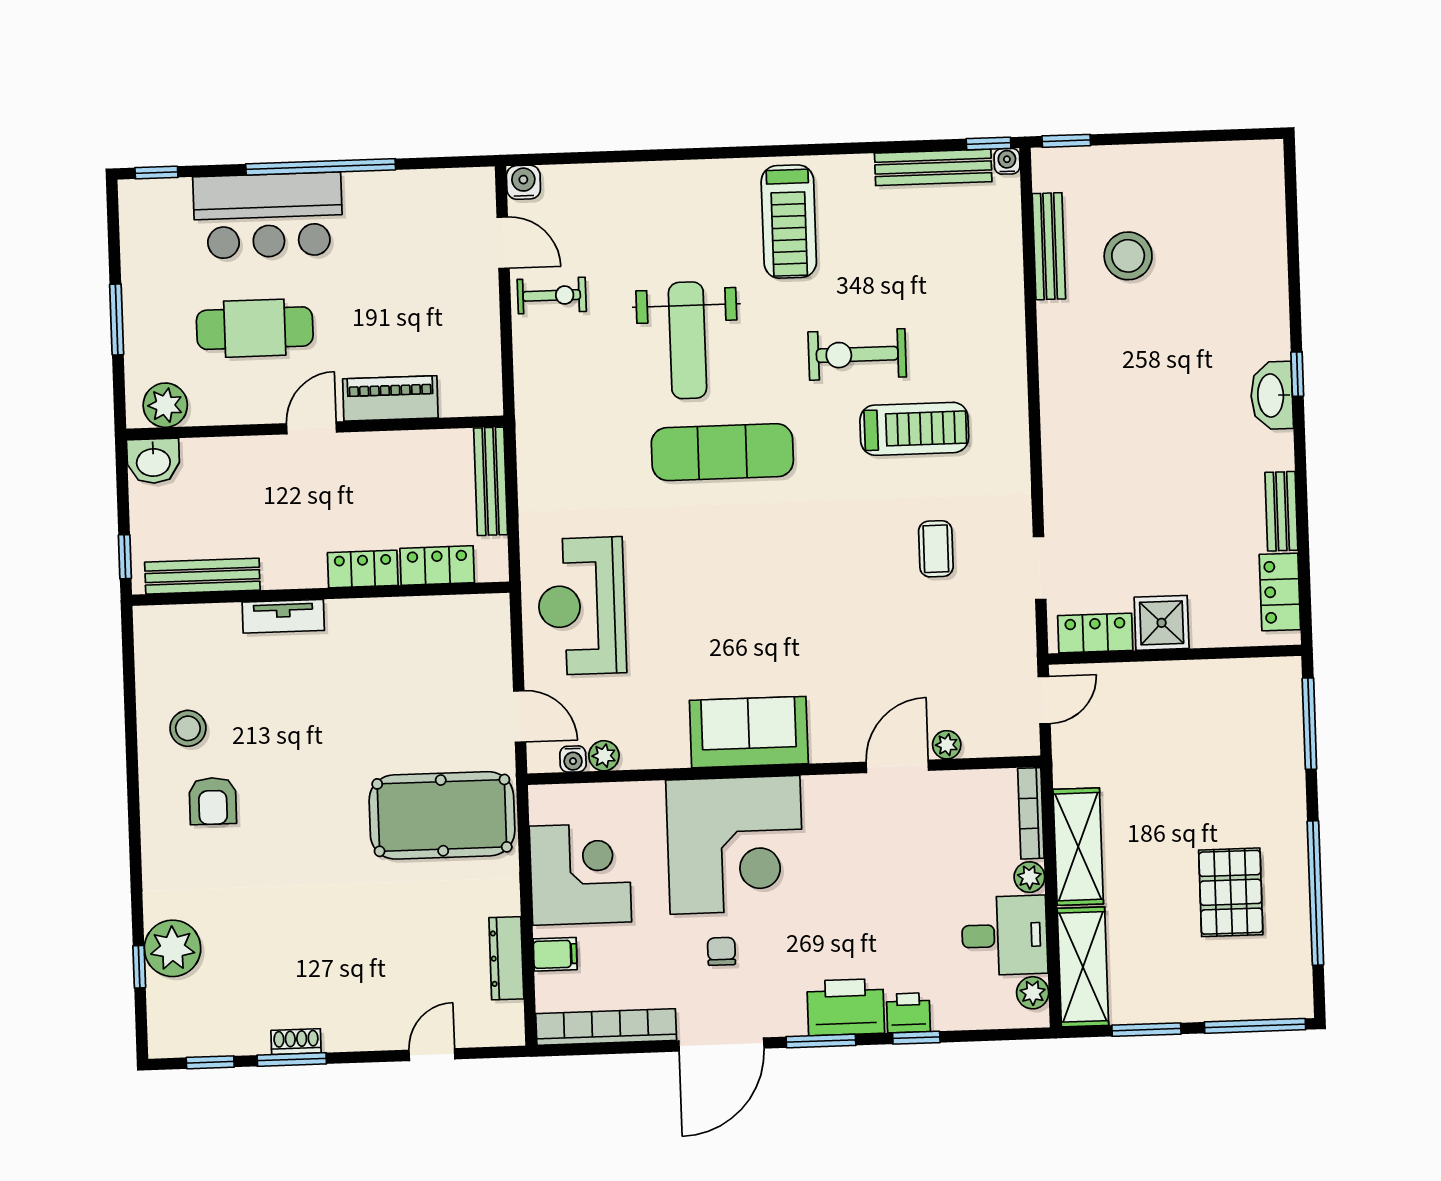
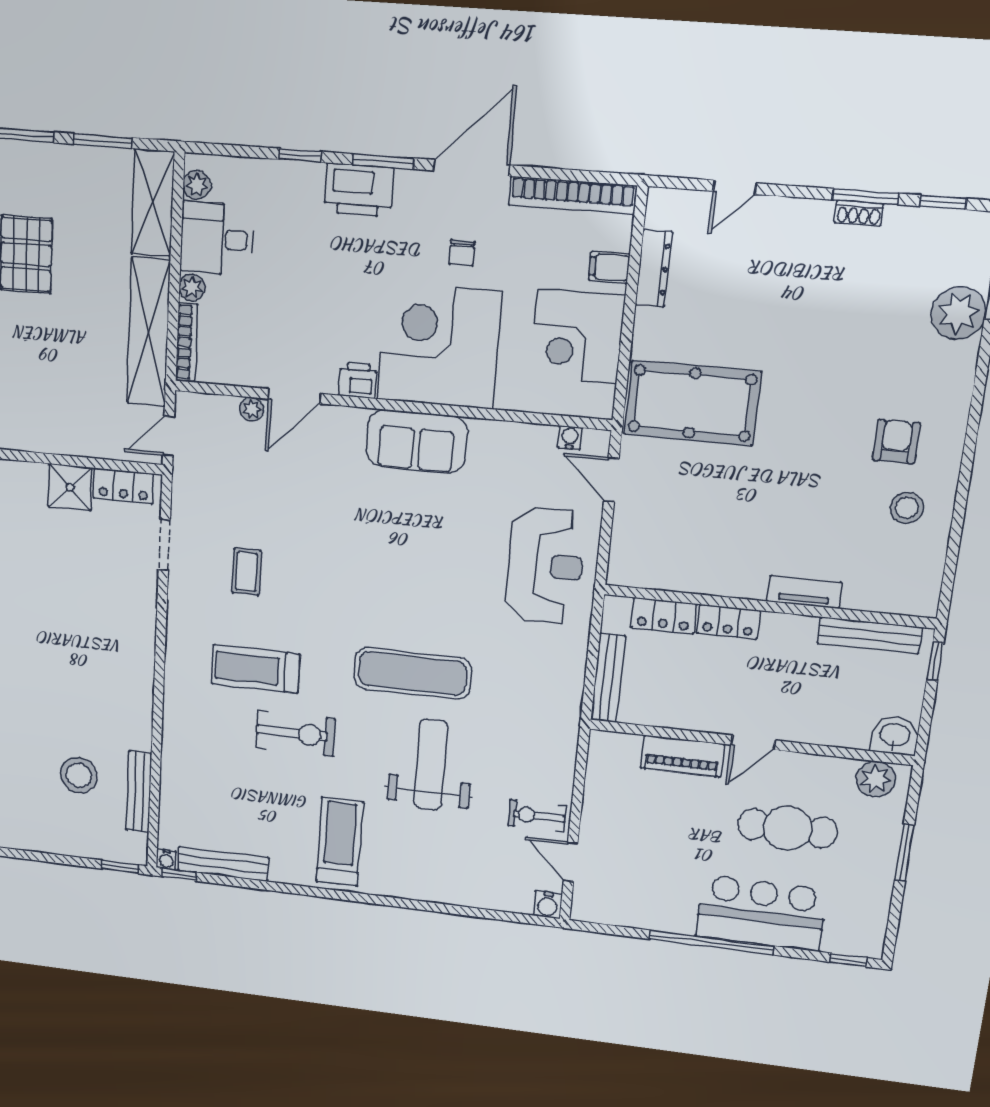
plant: (604, 756) -> (543, 437), removed
shelving: (1078, 847) -> (149, 332), width x1.47
printer: (908, 1013) -> (358, 380), moved, turned 180

